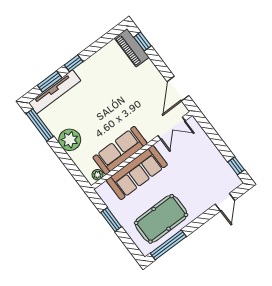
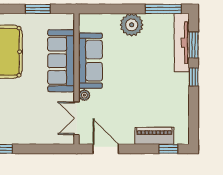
piano: (132, 48) -> (154, 136), moved
plant: (98, 175) -> (84, 95), moved

